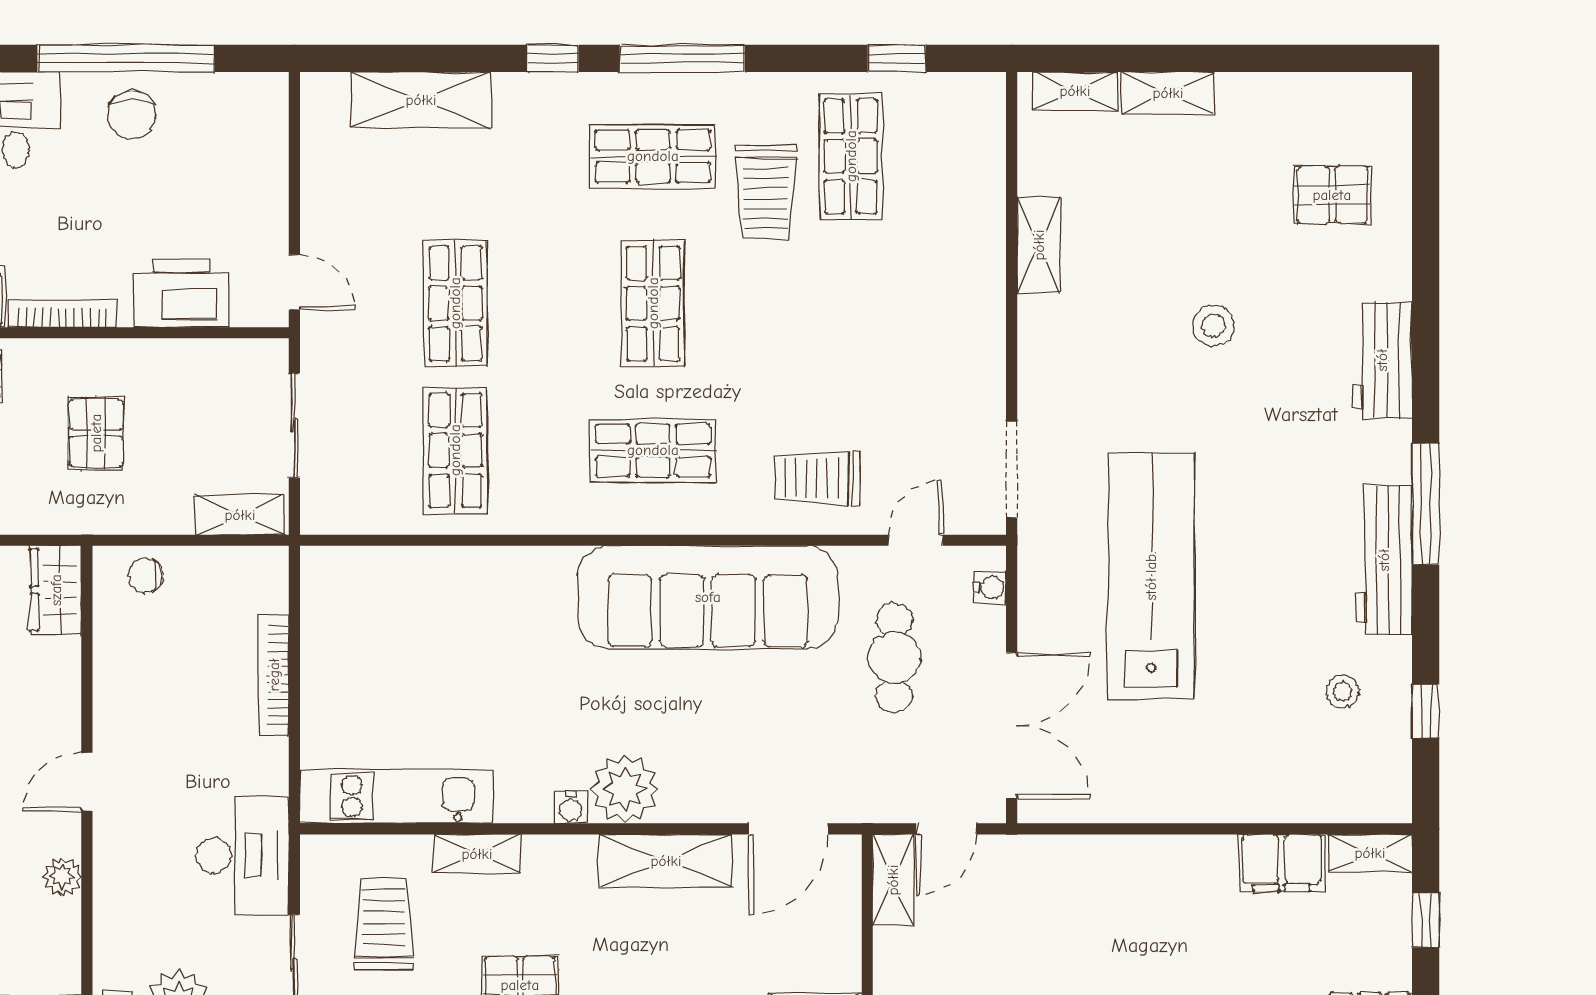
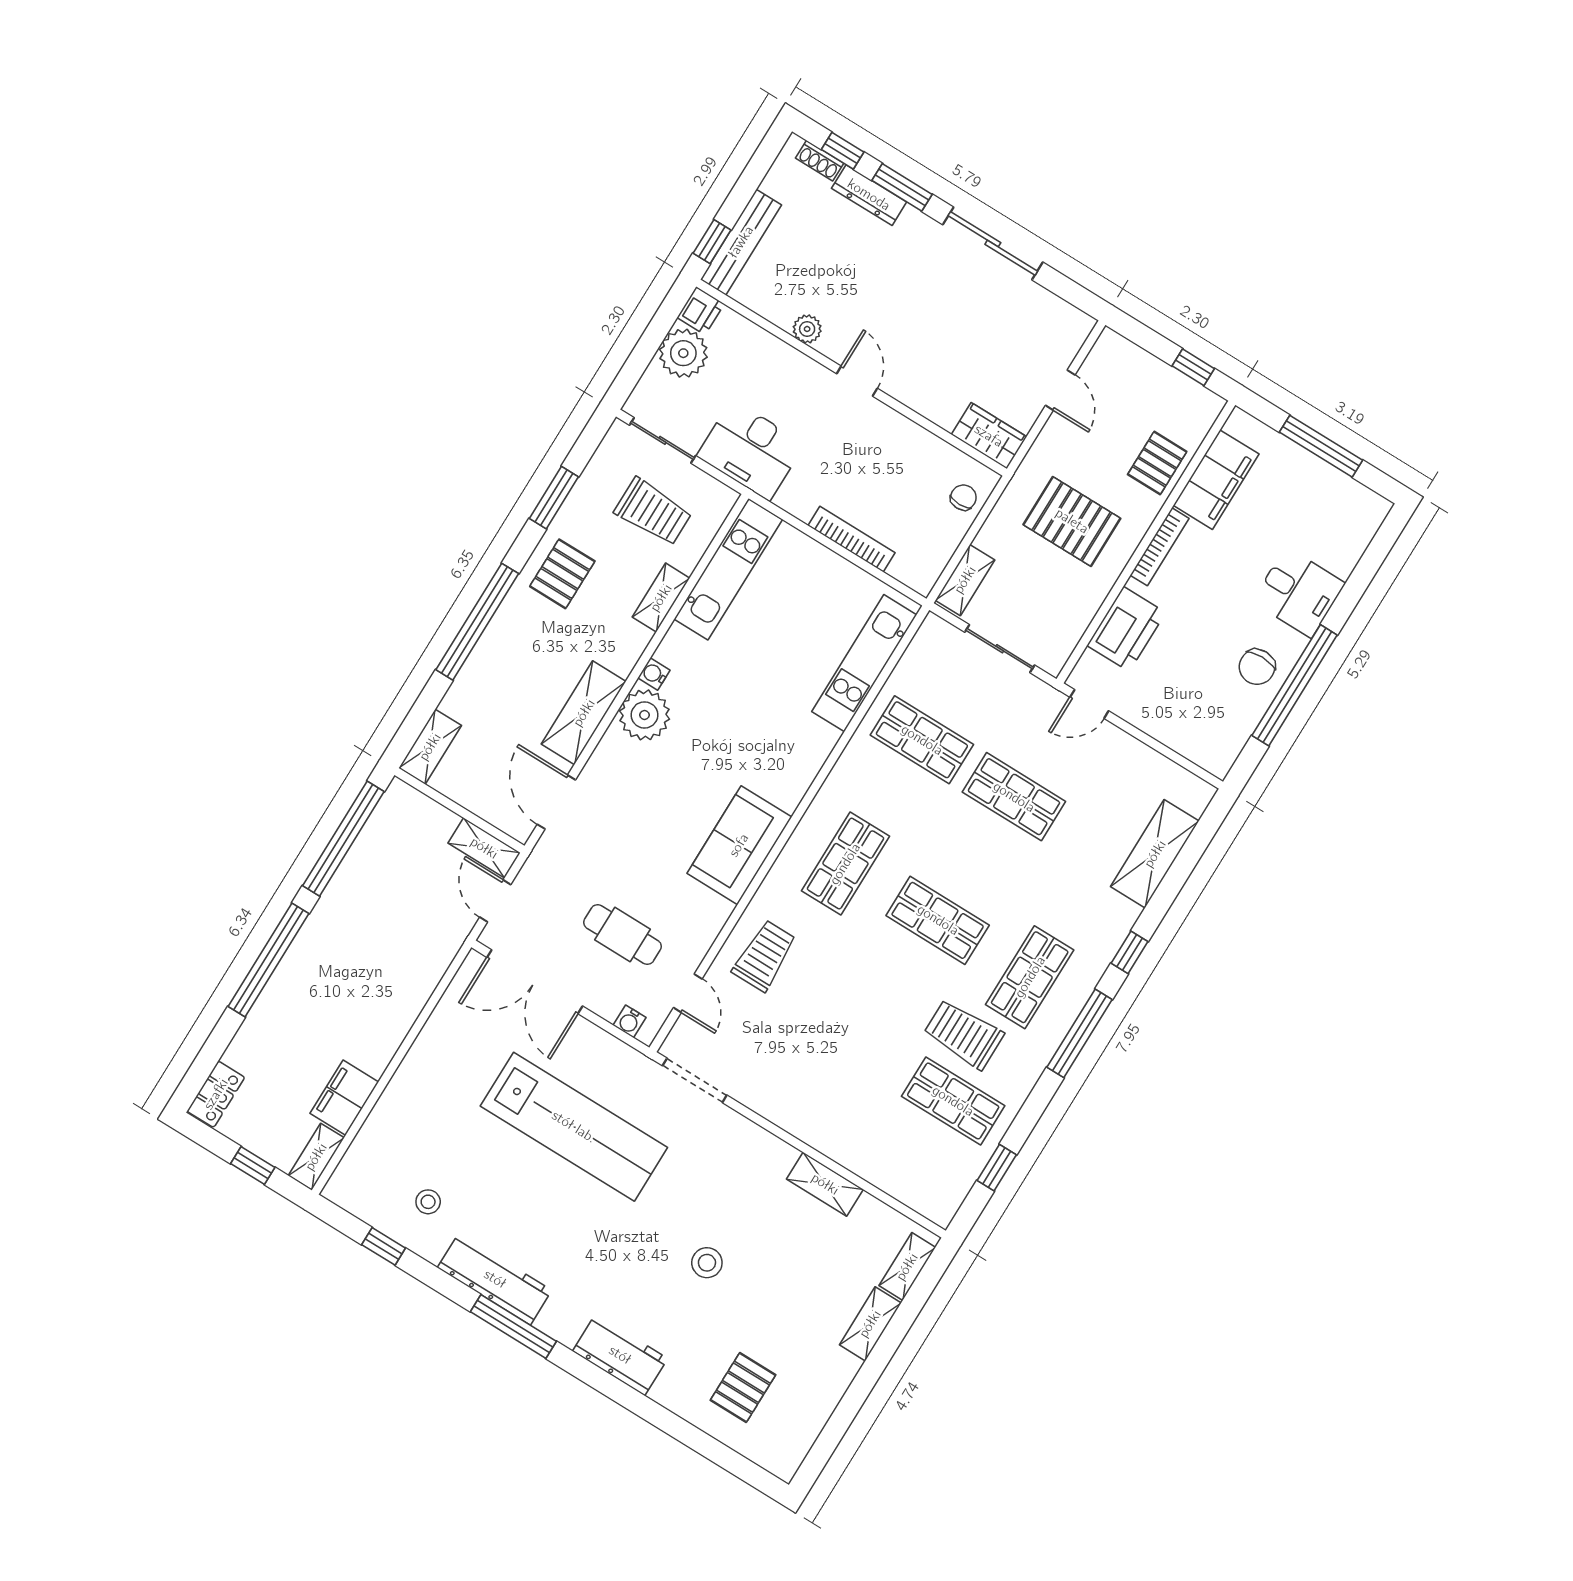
chair: (132, 115) -> (1257, 667), turned -90
pallet: (96, 433) -> (1072, 521), width x1.50, depth x1.42
kitchen unit: (408, 572) -> (864, 663), added
sofa: (708, 597) -> (739, 845), width x0.54, depth x0.79

